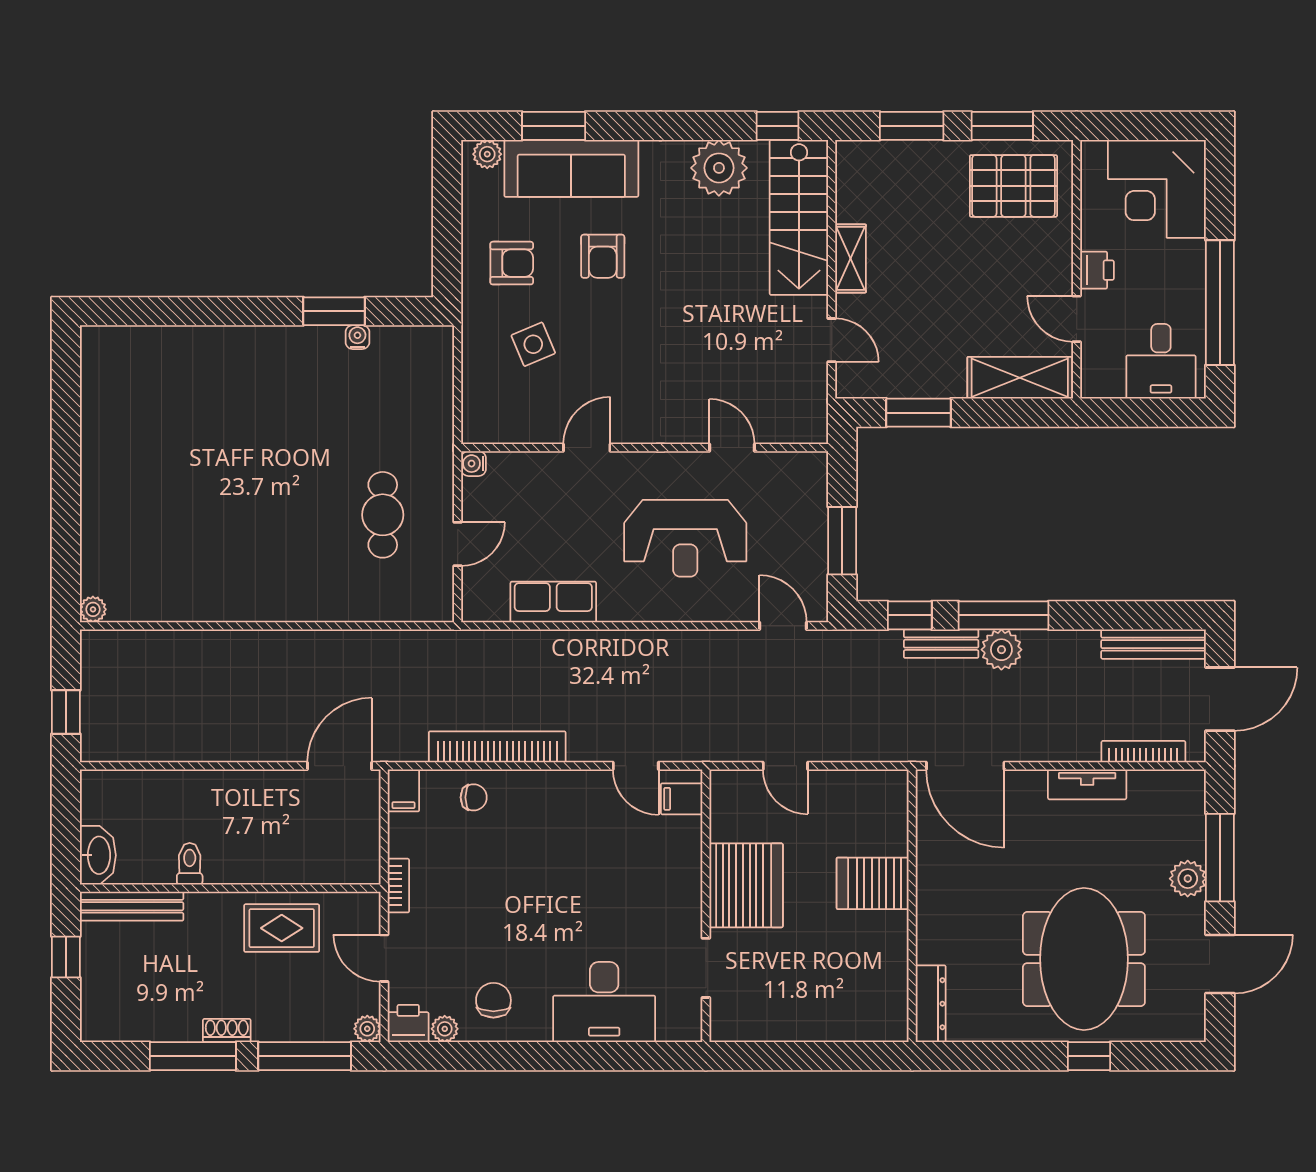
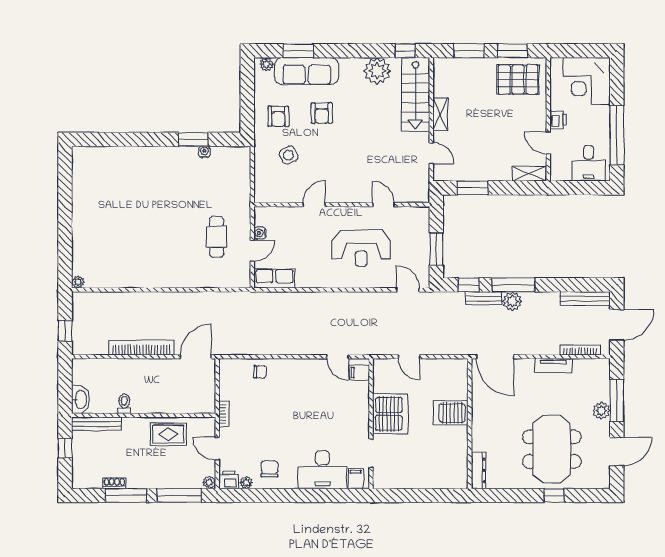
armchair: (512, 263) -> (278, 116), turned 90
shelving: (1020, 378) -> (529, 174), width x0.67, depth x0.75
water cooler: (474, 464) -> (260, 233), moved
row of seats: (553, 602) -> (274, 278), moved
bookcase: (497, 747) -> (142, 348), moved
filing cabinet: (403, 790) -> (356, 479), moved, turned 180
shoe rack: (227, 1031) -> (114, 483), moved

